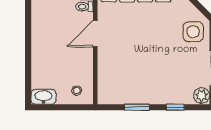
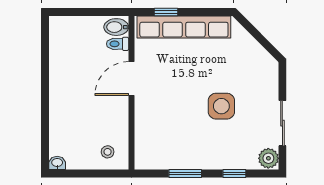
side table: (193, 32) -> (221, 106), moved
washbasin: (43, 97) -> (57, 163), width x0.52, depth x0.69

